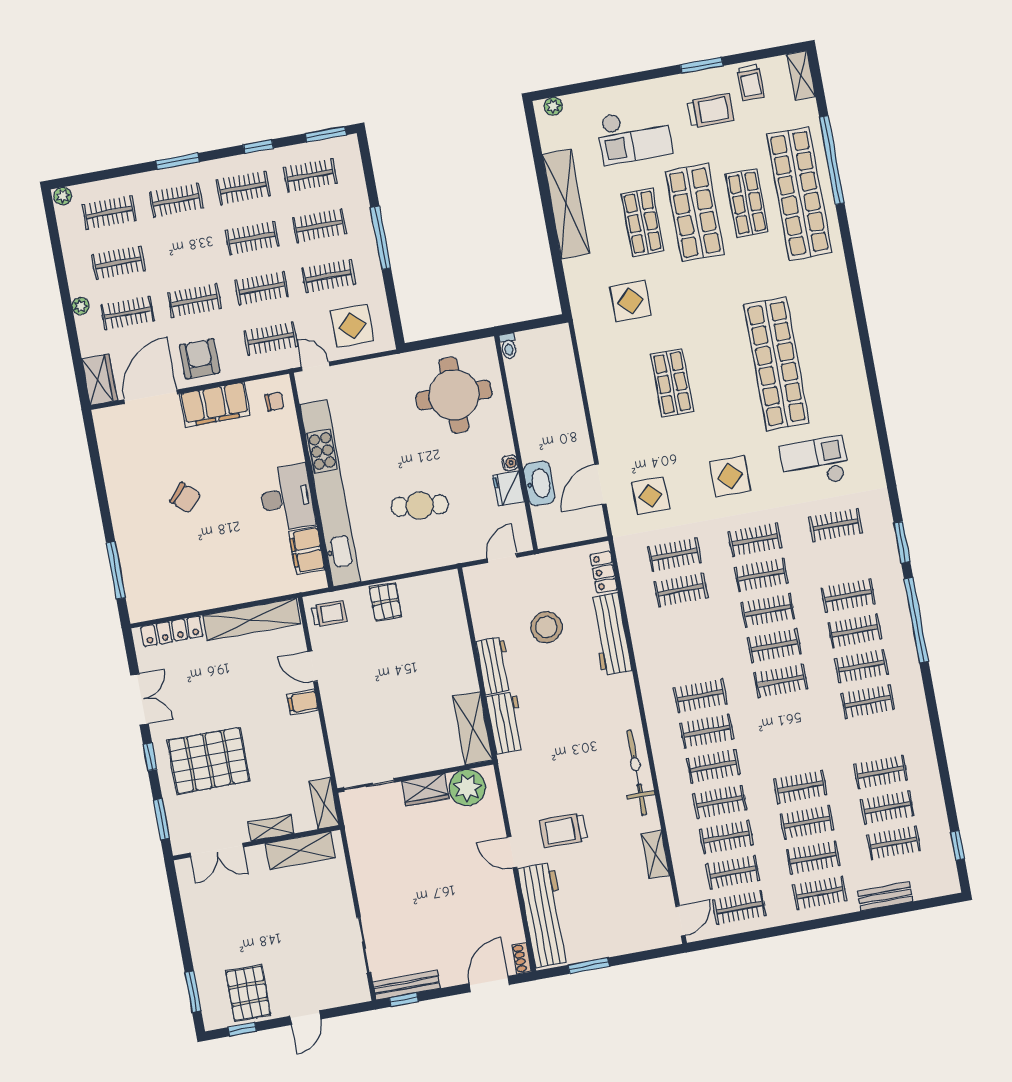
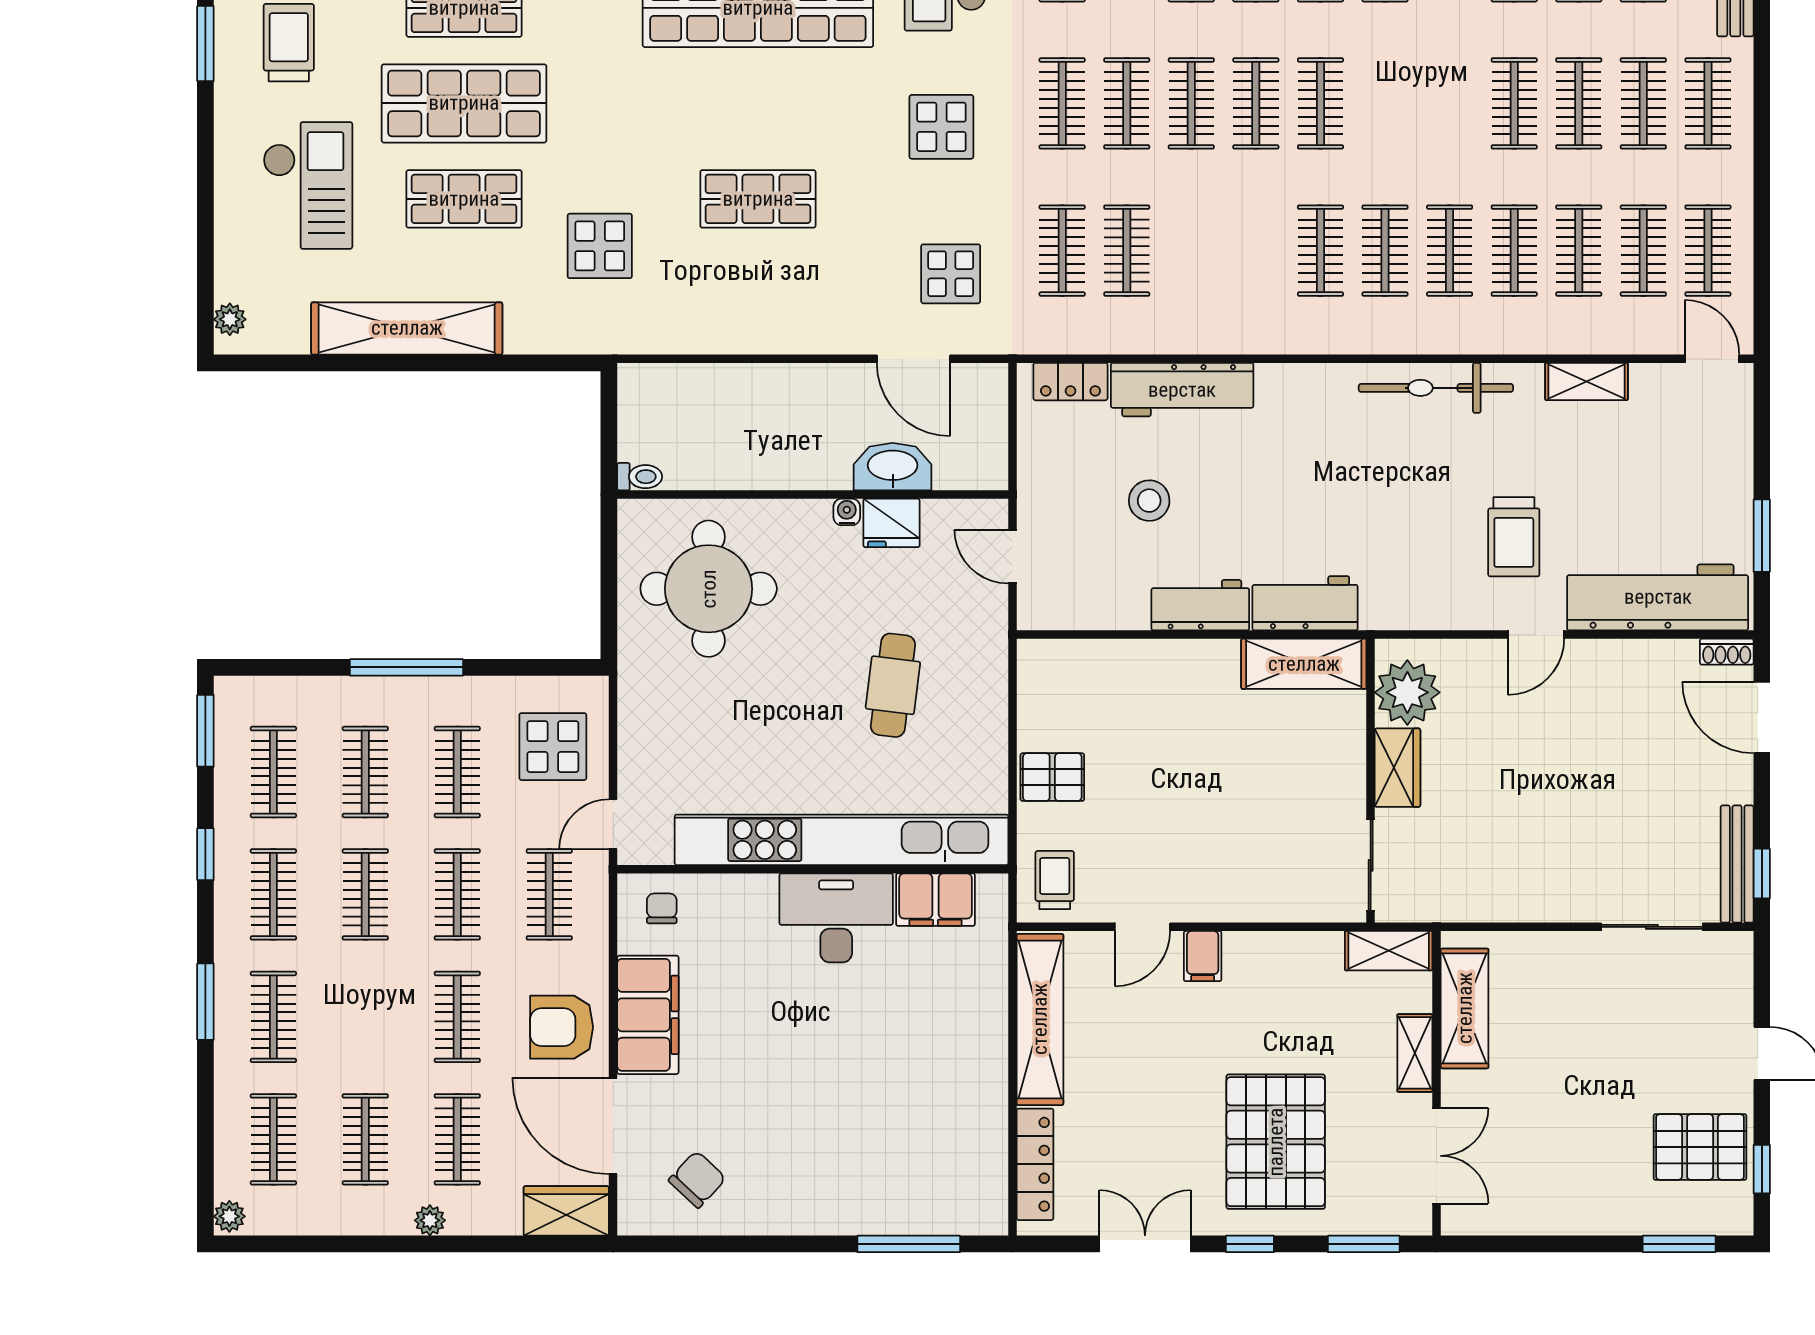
chair: (185, 498) -> (697, 1179), moved
stool: (546, 627) -> (1149, 501), width x0.73, depth x0.73

